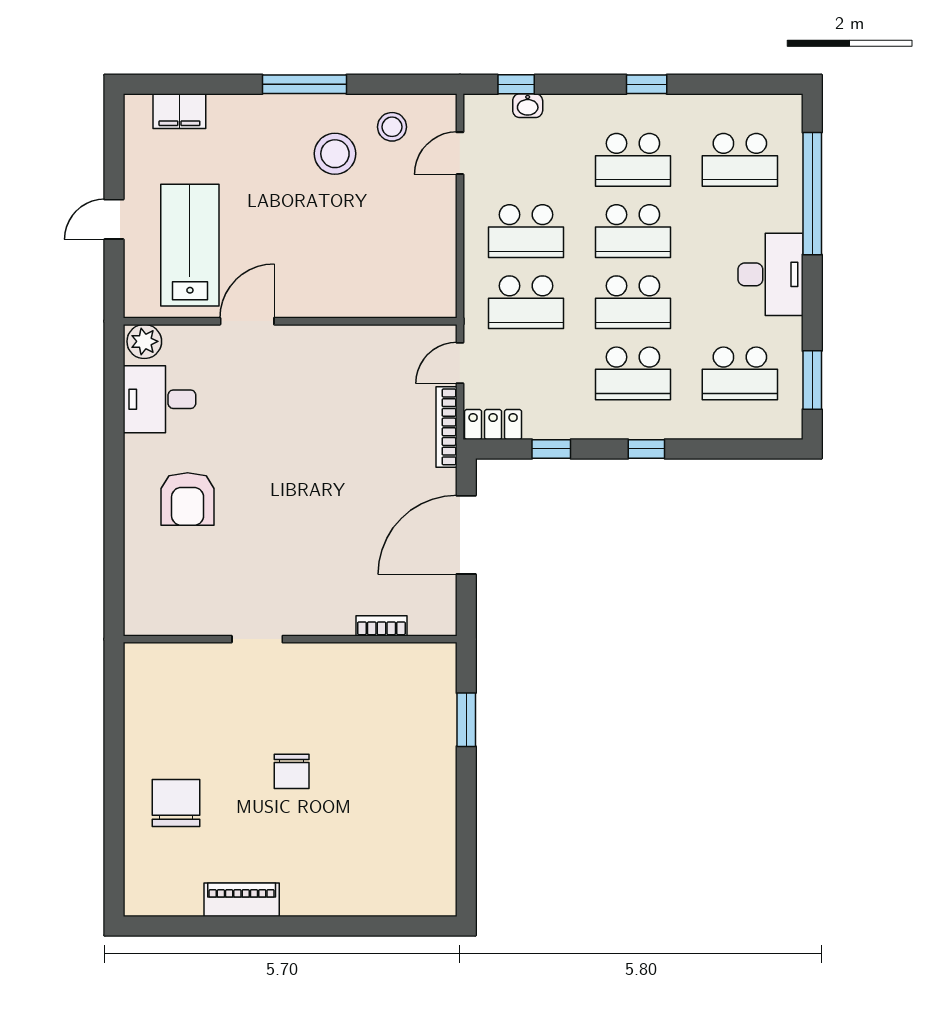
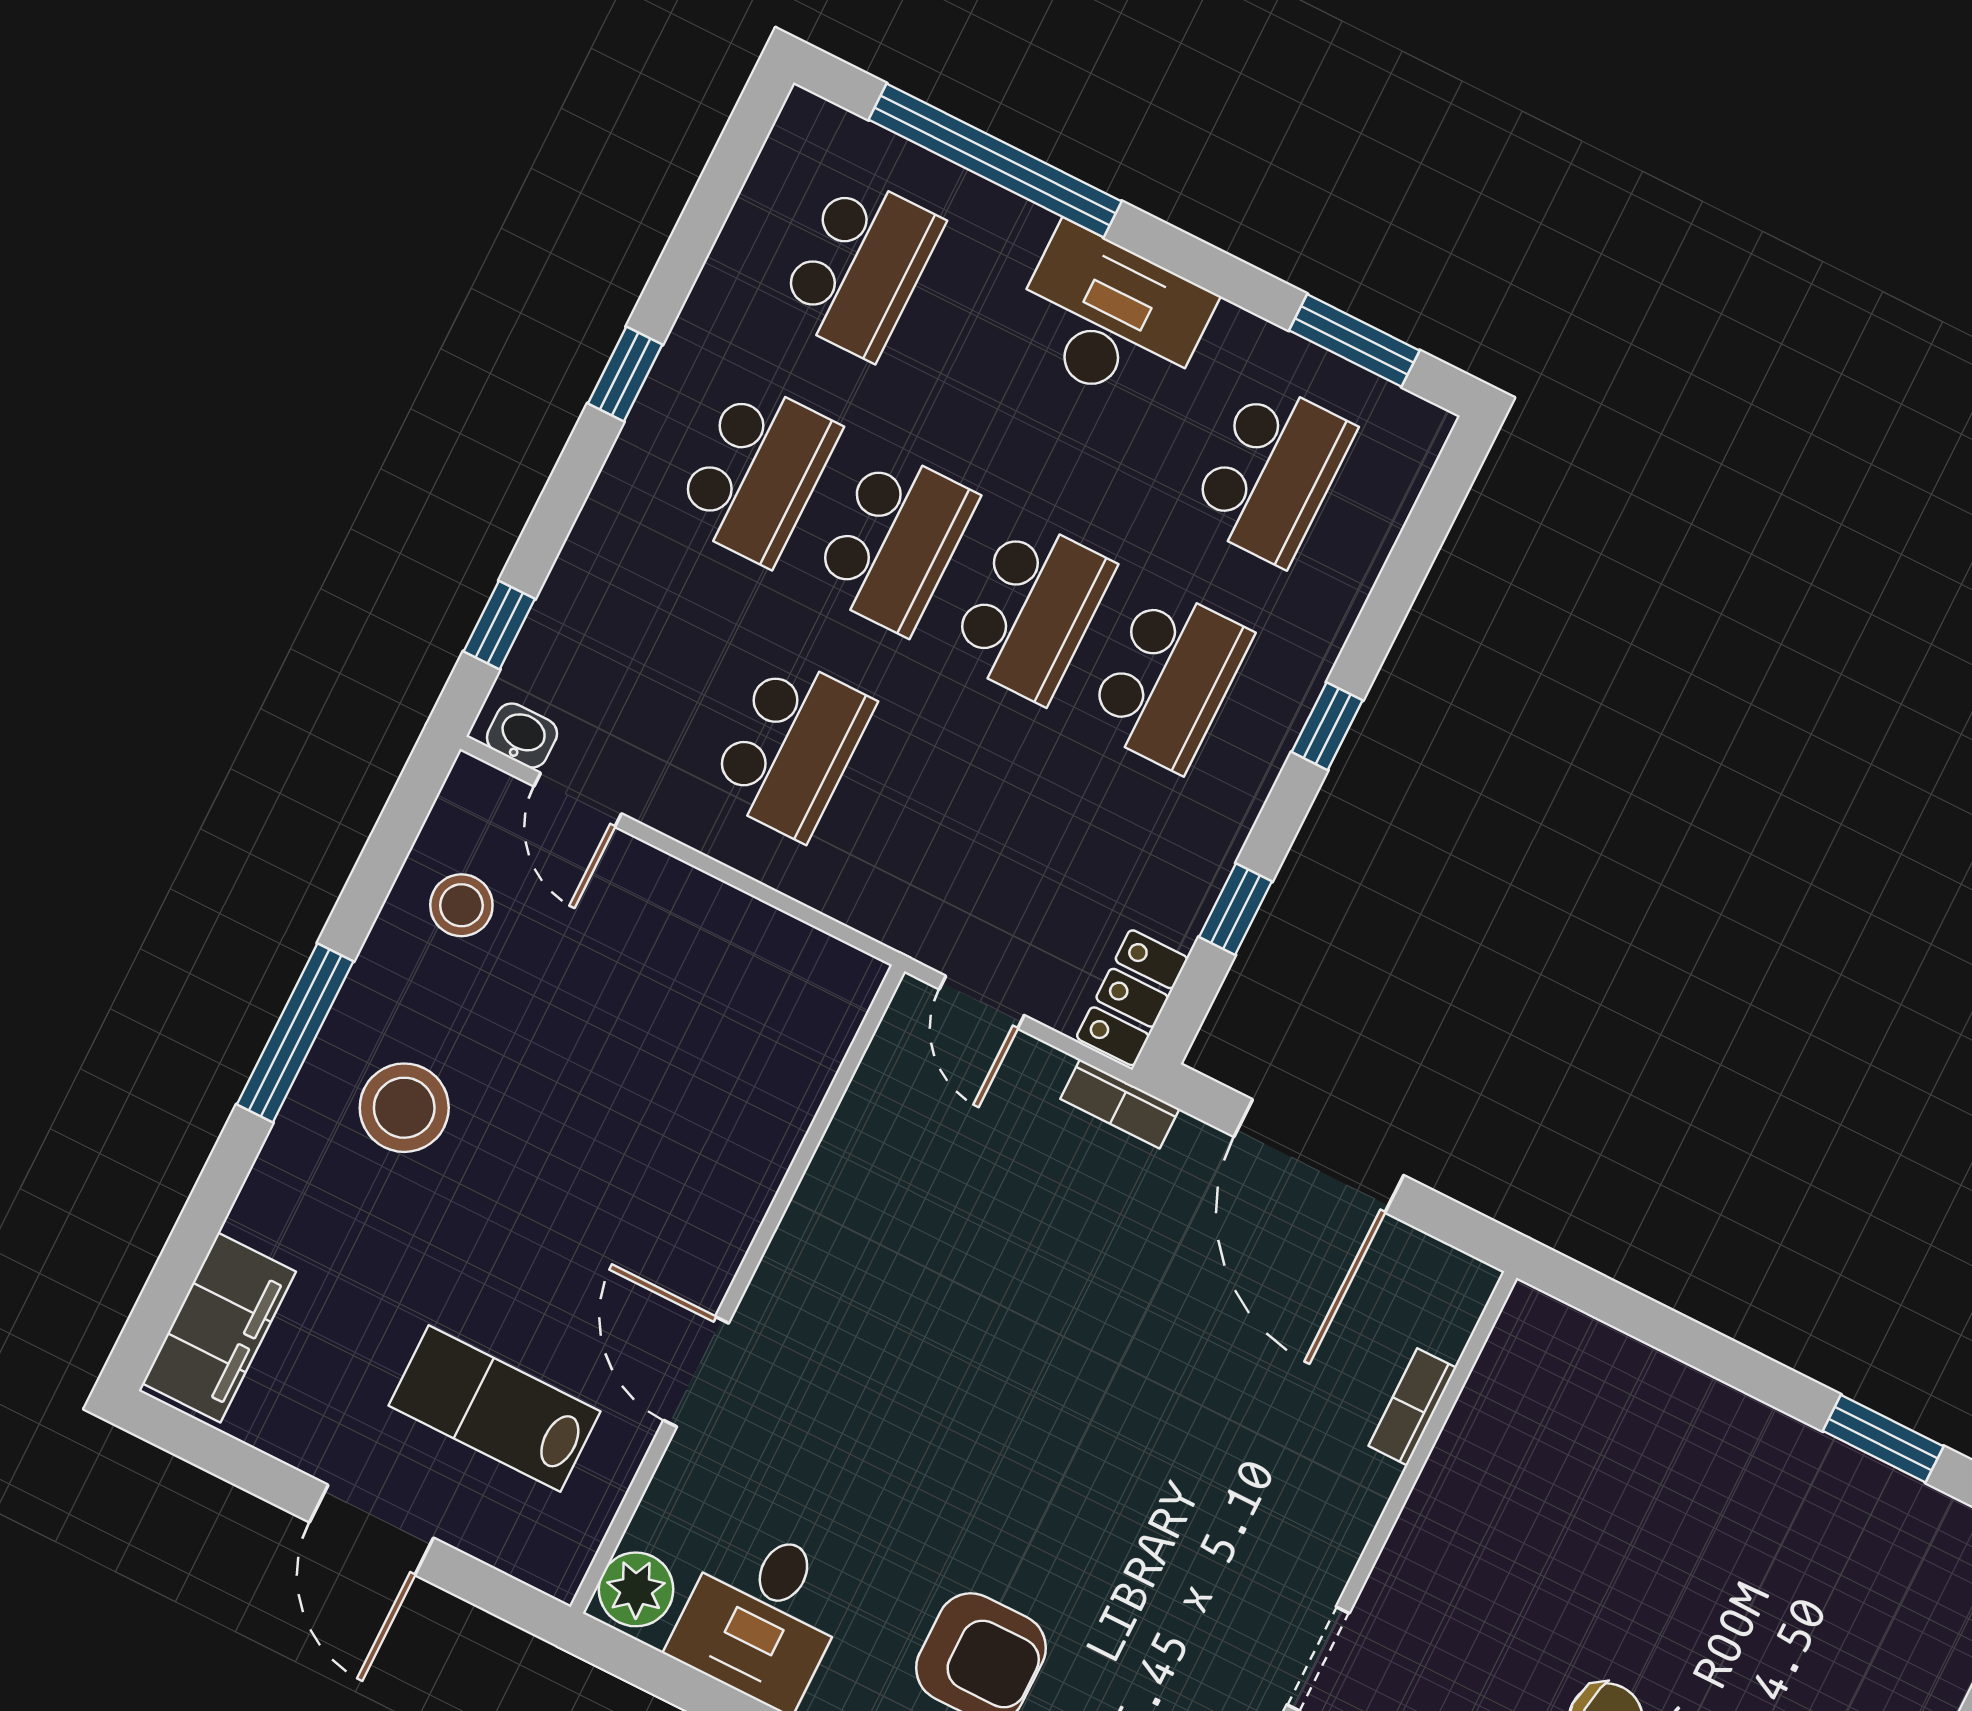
washbasin: (528, 106) -> (522, 736), moved, turned -90
filing cabinet: (179, 111) -> (219, 1328), width x1.50, depth x1.17
stool: (335, 154) -> (404, 1108), moved
door: (114, 219) -> (371, 1530), width x1.38
lab bench: (190, 245) -> (494, 1408), width x0.73, depth x0.72
school desk: (526, 302) -> (929, 816), removed
bookcase: (446, 427) -> (1120, 1104), width x0.64
window: (466, 720) -> (1883, 1439), moved

